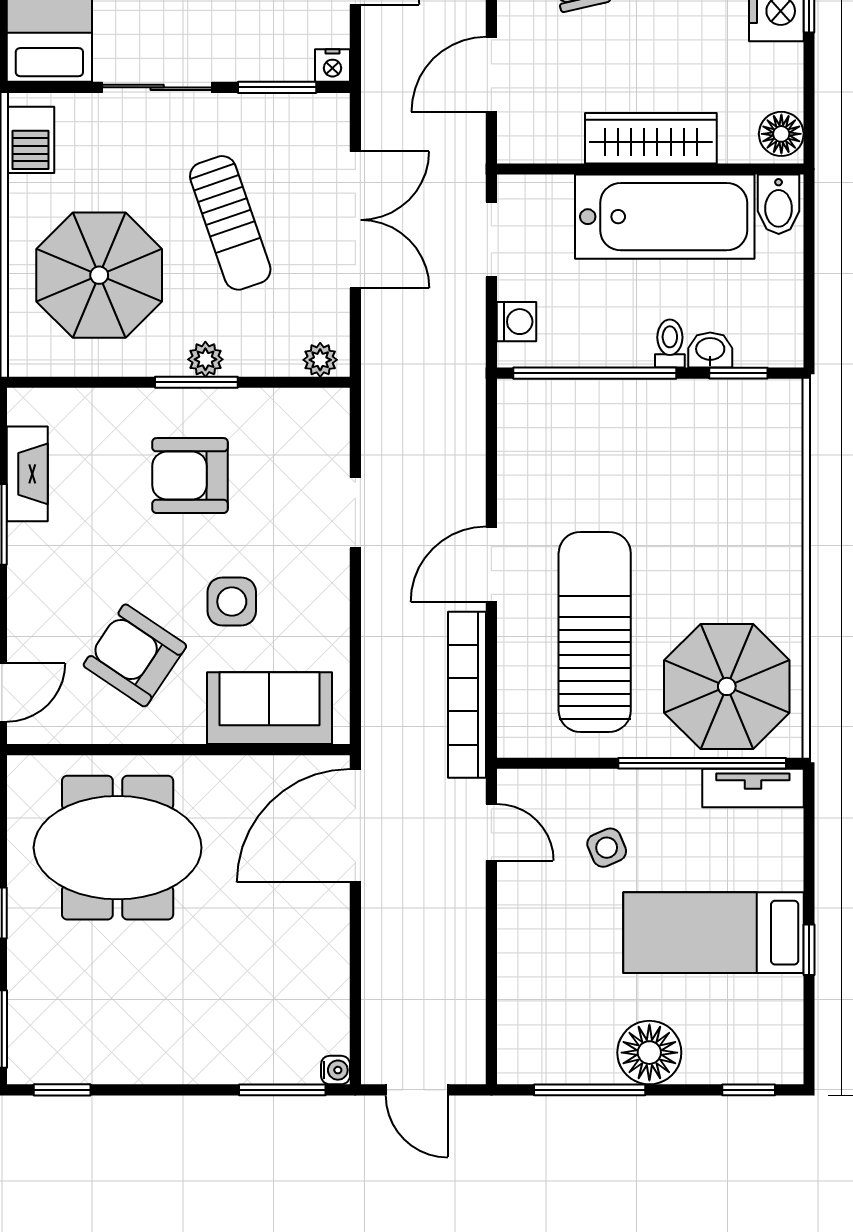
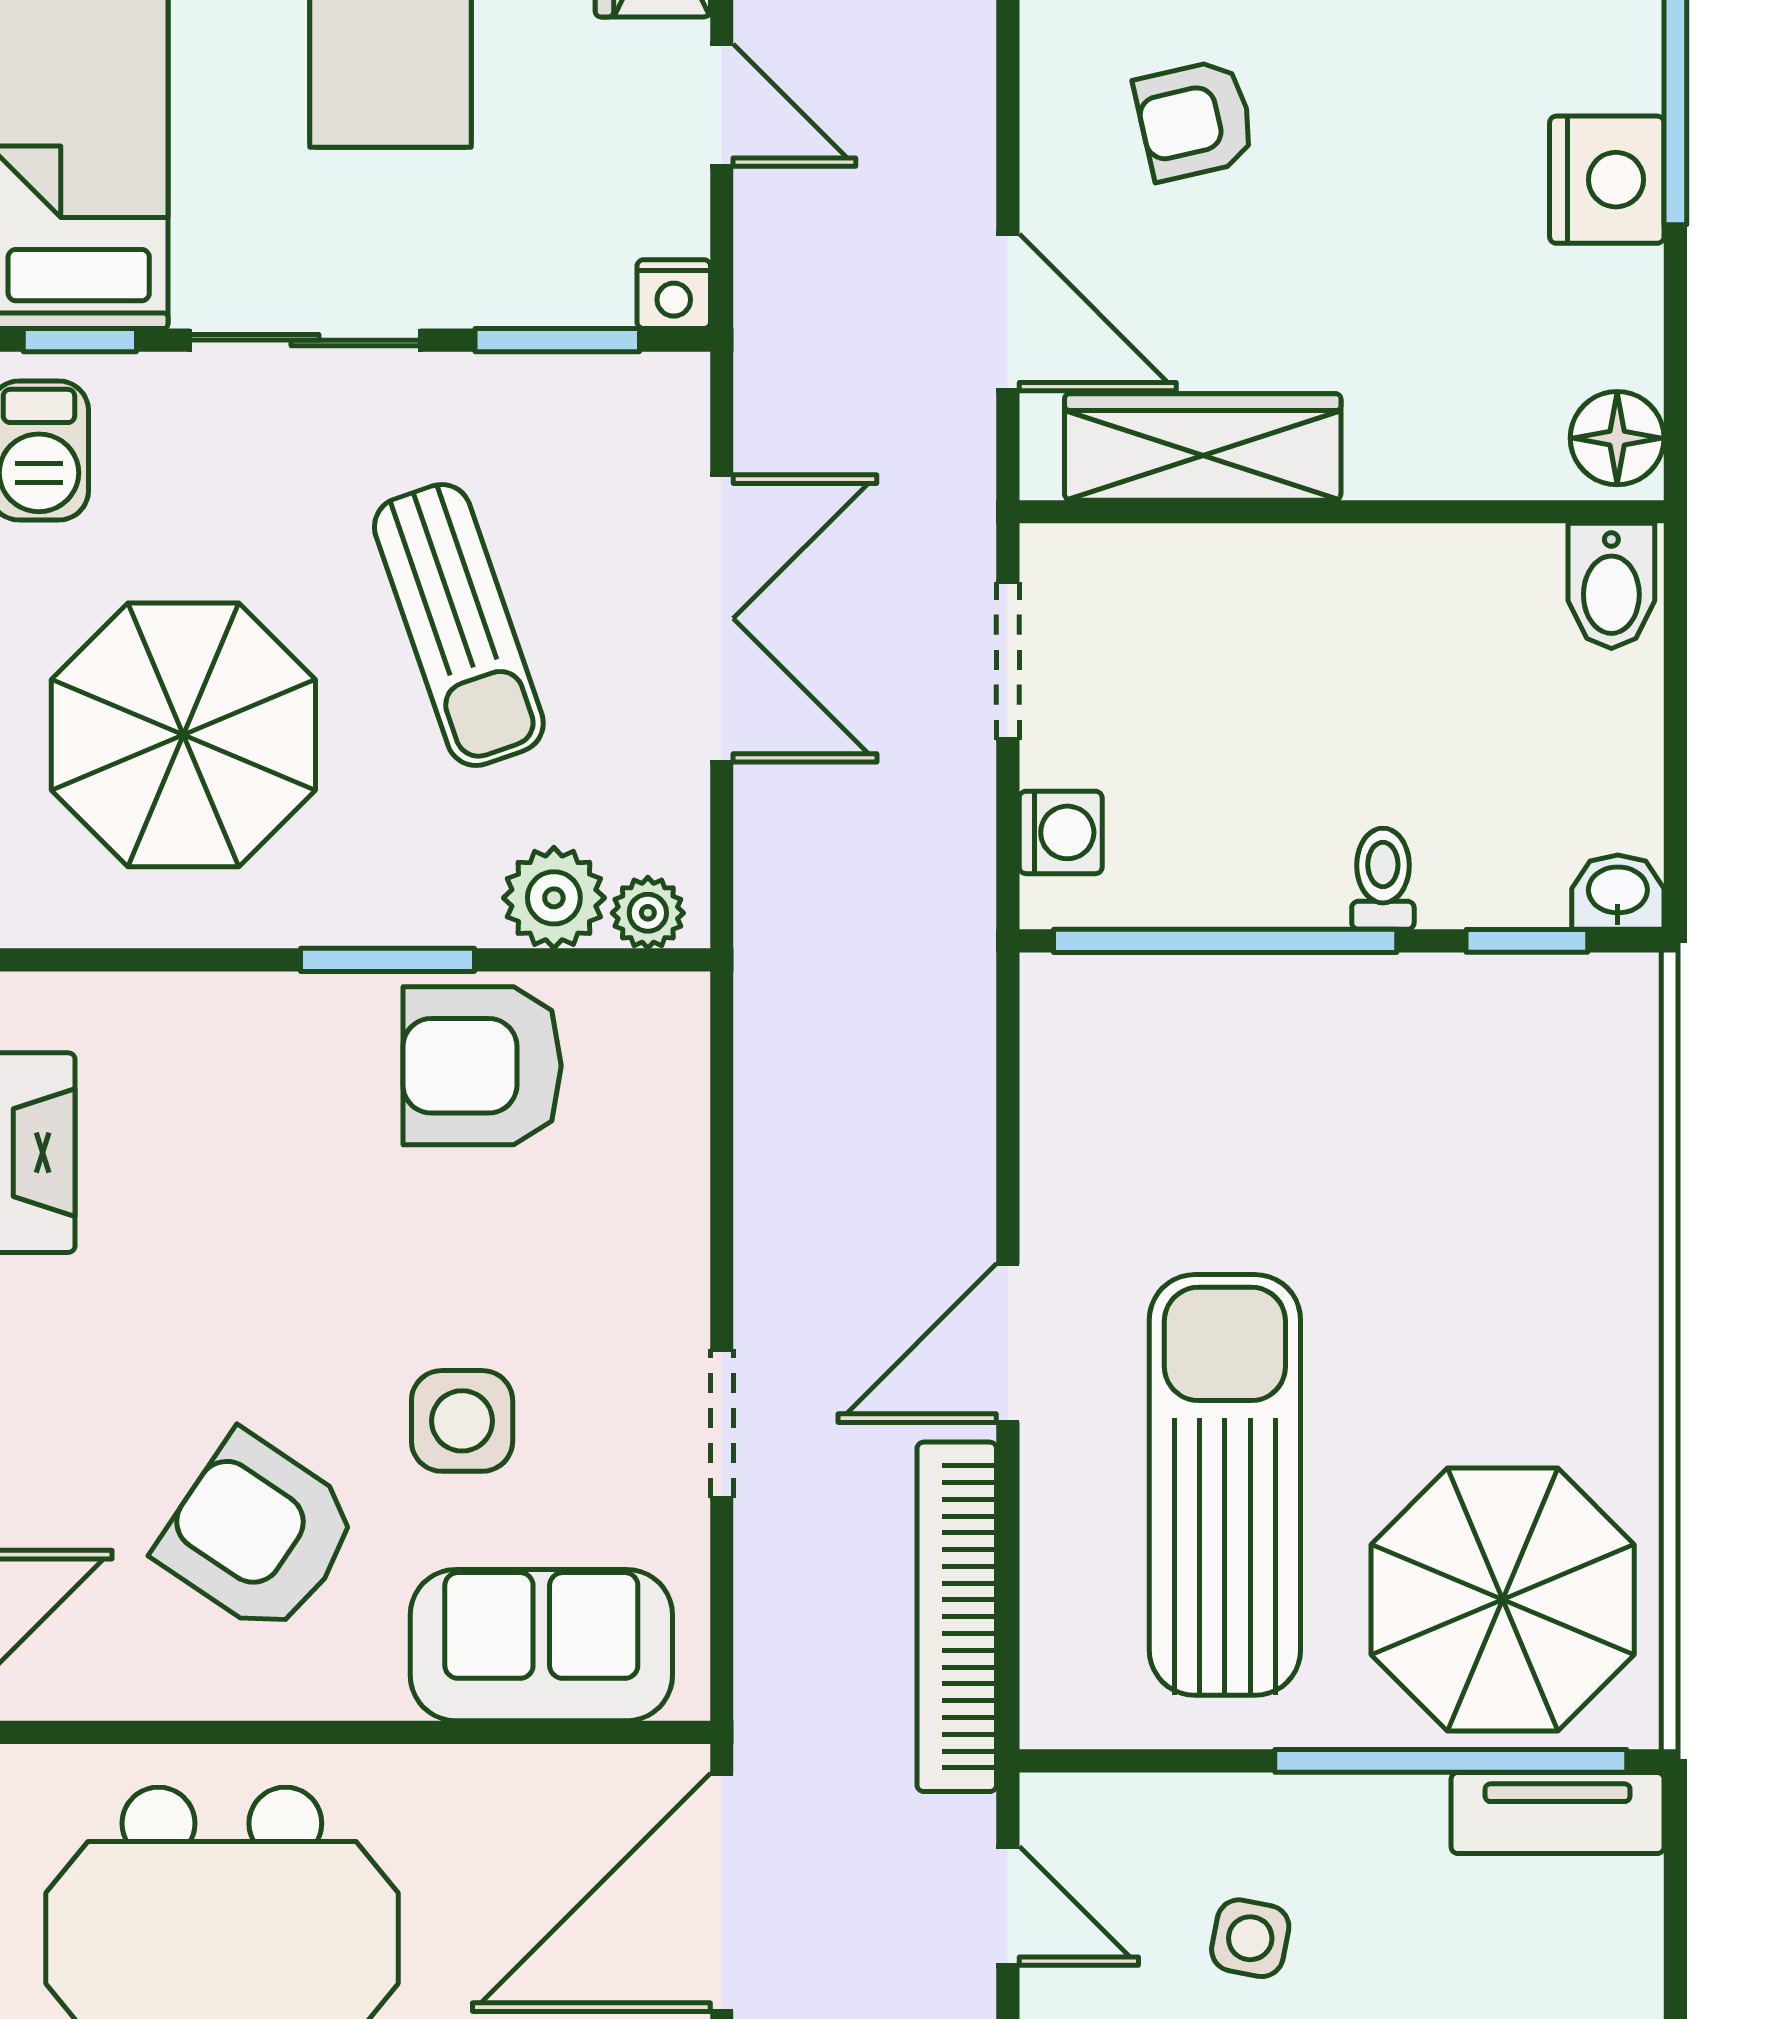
door: (491, 74) -> (1008, 312), swing flipped
window: (50, 87) -> (80, 340), added
wardrobe: (651, 138) -> (1203, 447), moved
bathtub: (665, 217) -> (1372, 612), removed
washbasin: (710, 350) -> (1618, 892), moved
plant: (205, 359) -> (554, 898), moved, width x1.38, depth x1.38
armchair: (190, 476) -> (482, 1066), moved
doorway: (355, 513) -> (722, 1424), moved
side table: (607, 848) -> (1250, 1938), turned 34

